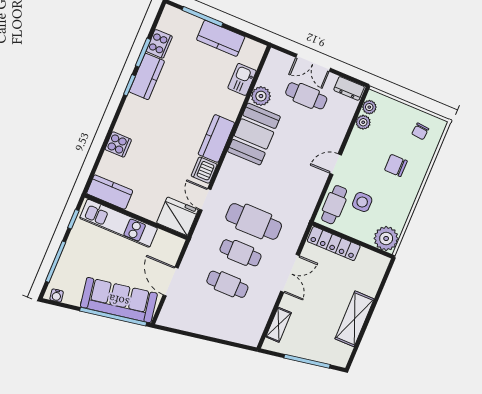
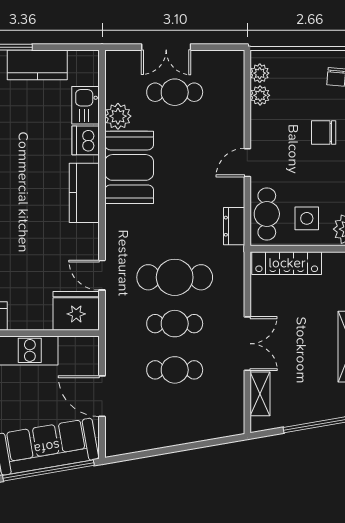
dresser: (349, 88) -> (234, 226), moved, turned 90
dishwasher: (204, 170) -> (86, 140), moved
side table: (362, 202) -> (307, 218), moved
double door: (290, 273) -> (247, 344), moved

